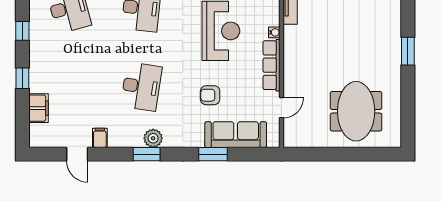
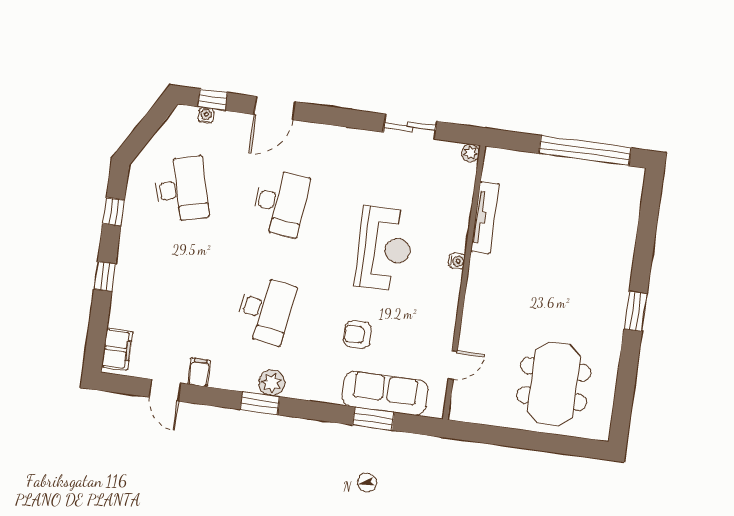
row of seats: (272, 65) -> (447, 305), removed
filing cabinet: (39, 108) -> (117, 349), moved
window: (213, 154) -> (373, 419), moved

